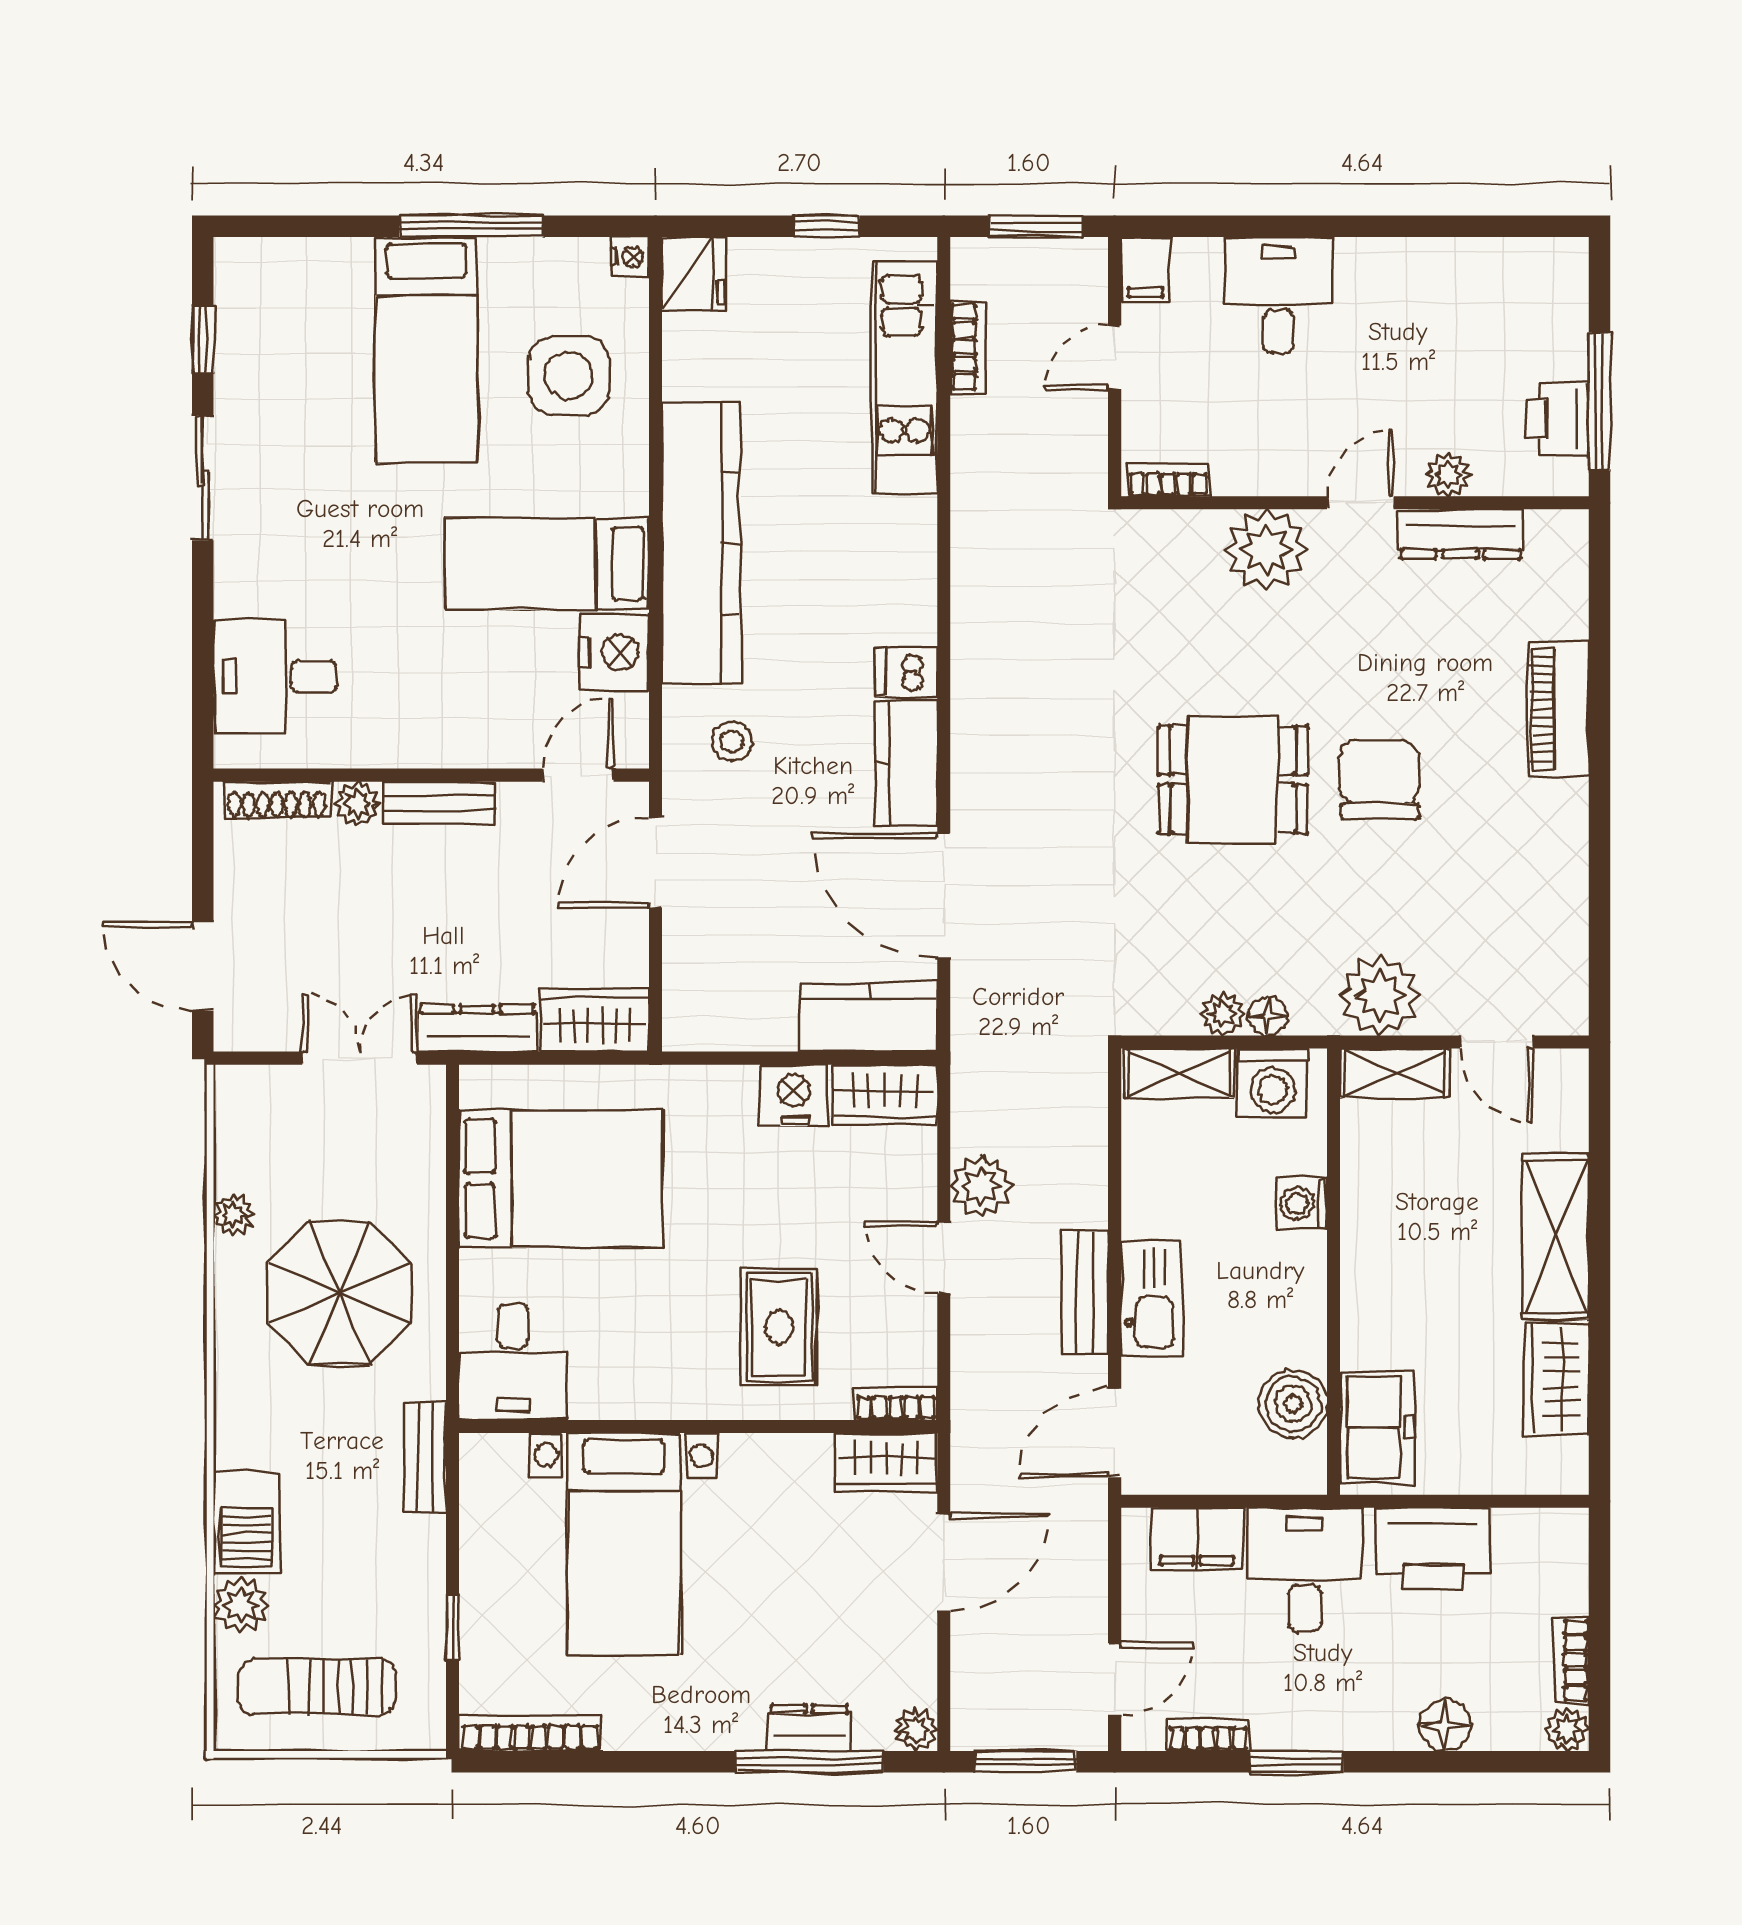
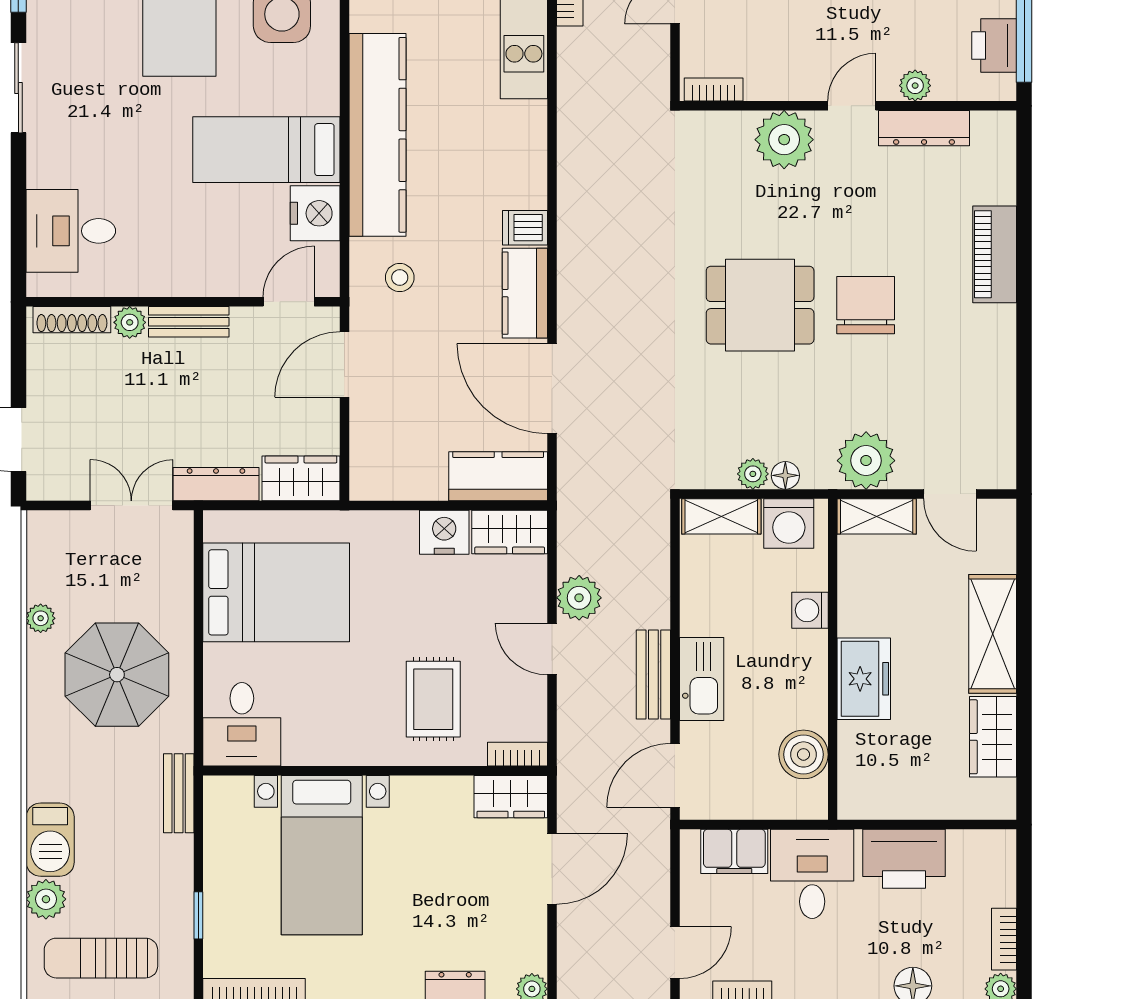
freezer: (1377, 1427) -> (864, 679), moved

